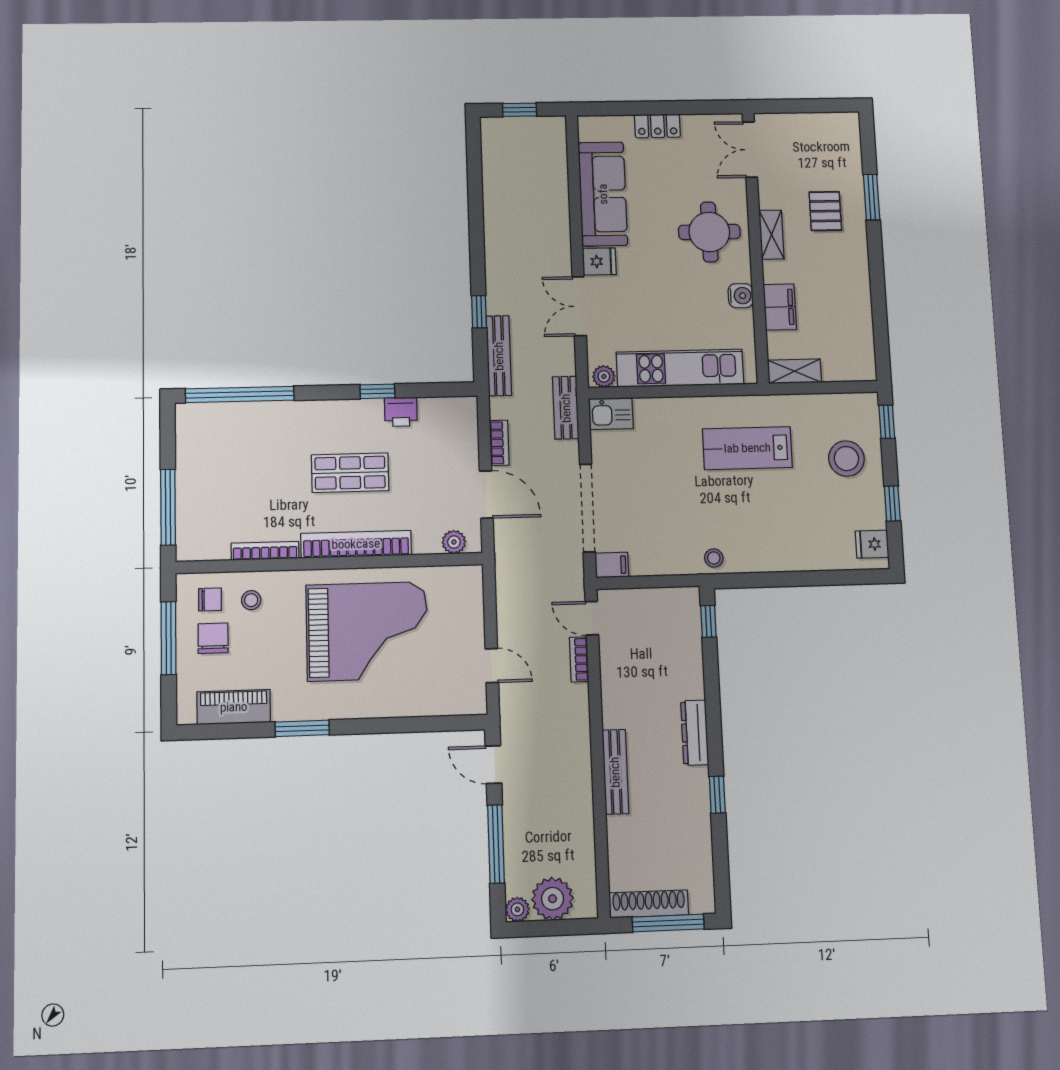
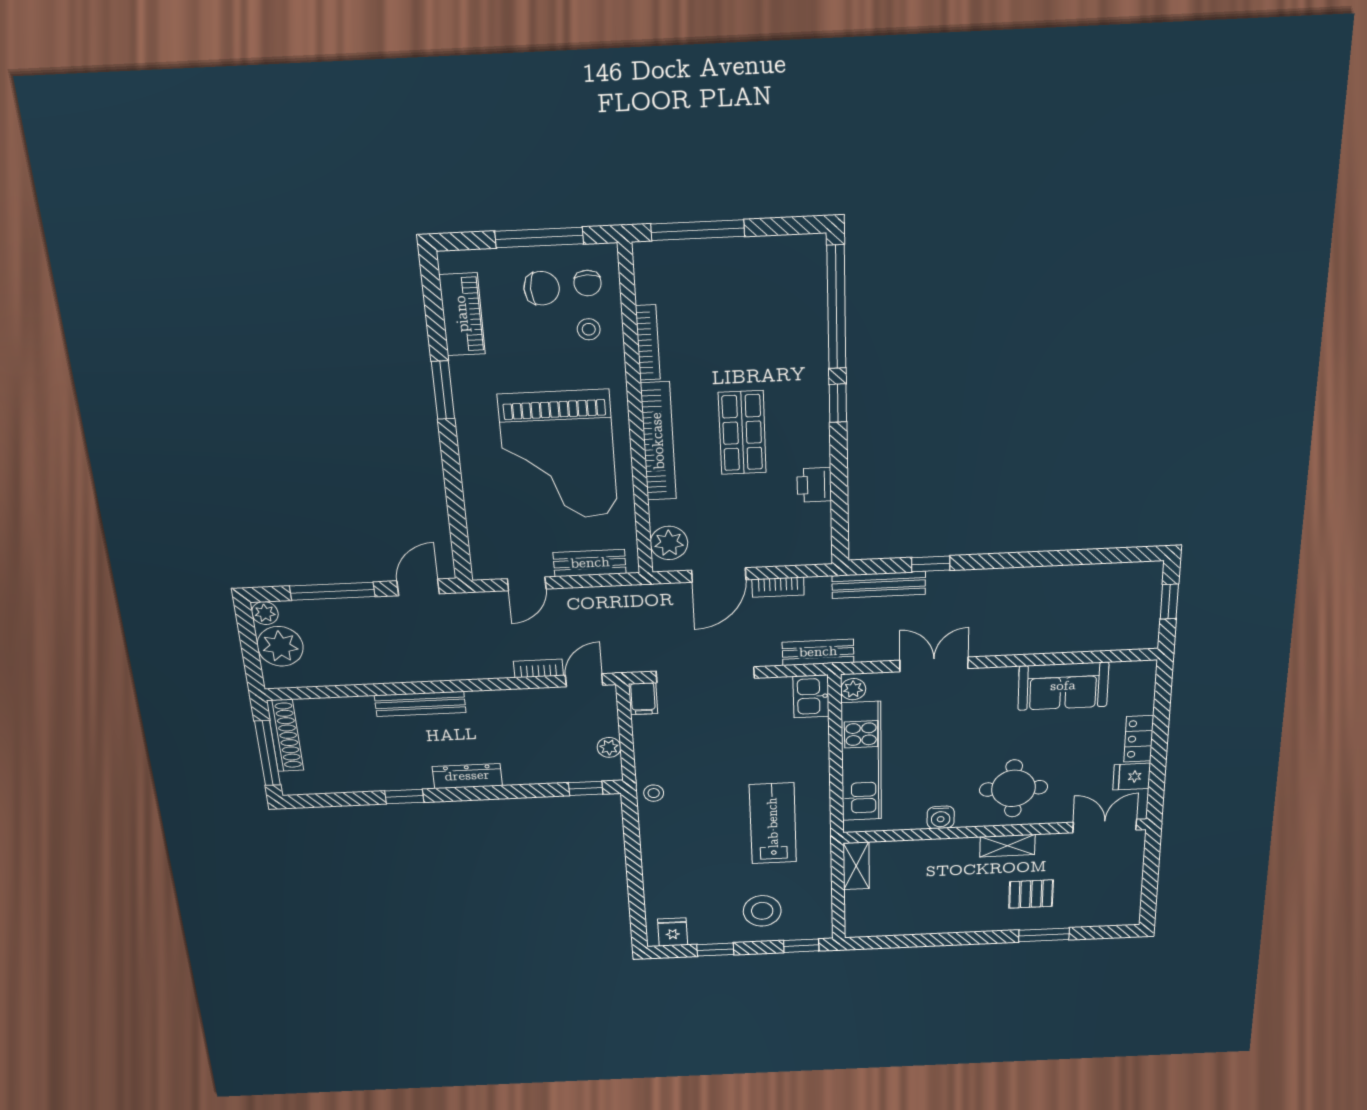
sofa: (603, 194) -> (1063, 686), width x0.73
fridge: (599, 261) -> (1132, 777), moved, turned 90
filing cabinet: (780, 307) -> (927, 853), removed
window: (377, 391) -> (838, 403), moved
plant: (454, 542) -> (669, 543), width x1.38, depth x1.38
plant: (664, 598) -> (609, 747), added
bench: (472, 608) -> (590, 563), added

